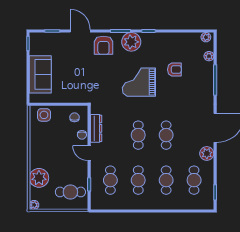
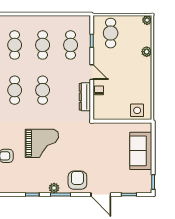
plant: (131, 42) -> (54, 188), width x0.53, depth x0.53
chair: (75, 117) -> (106, 108), removed
plant: (39, 178) -> (147, 52), width x0.53, depth x0.53
cafe table: (70, 192) -> (111, 33), turned 90

